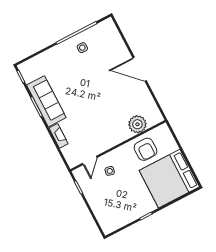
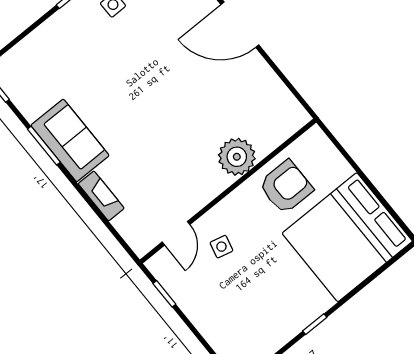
sofa: (46, 101) -> (70, 140), width x0.73
plant: (137, 124) -> (237, 157), moved
armchair: (145, 149) -> (286, 187), turned -90

